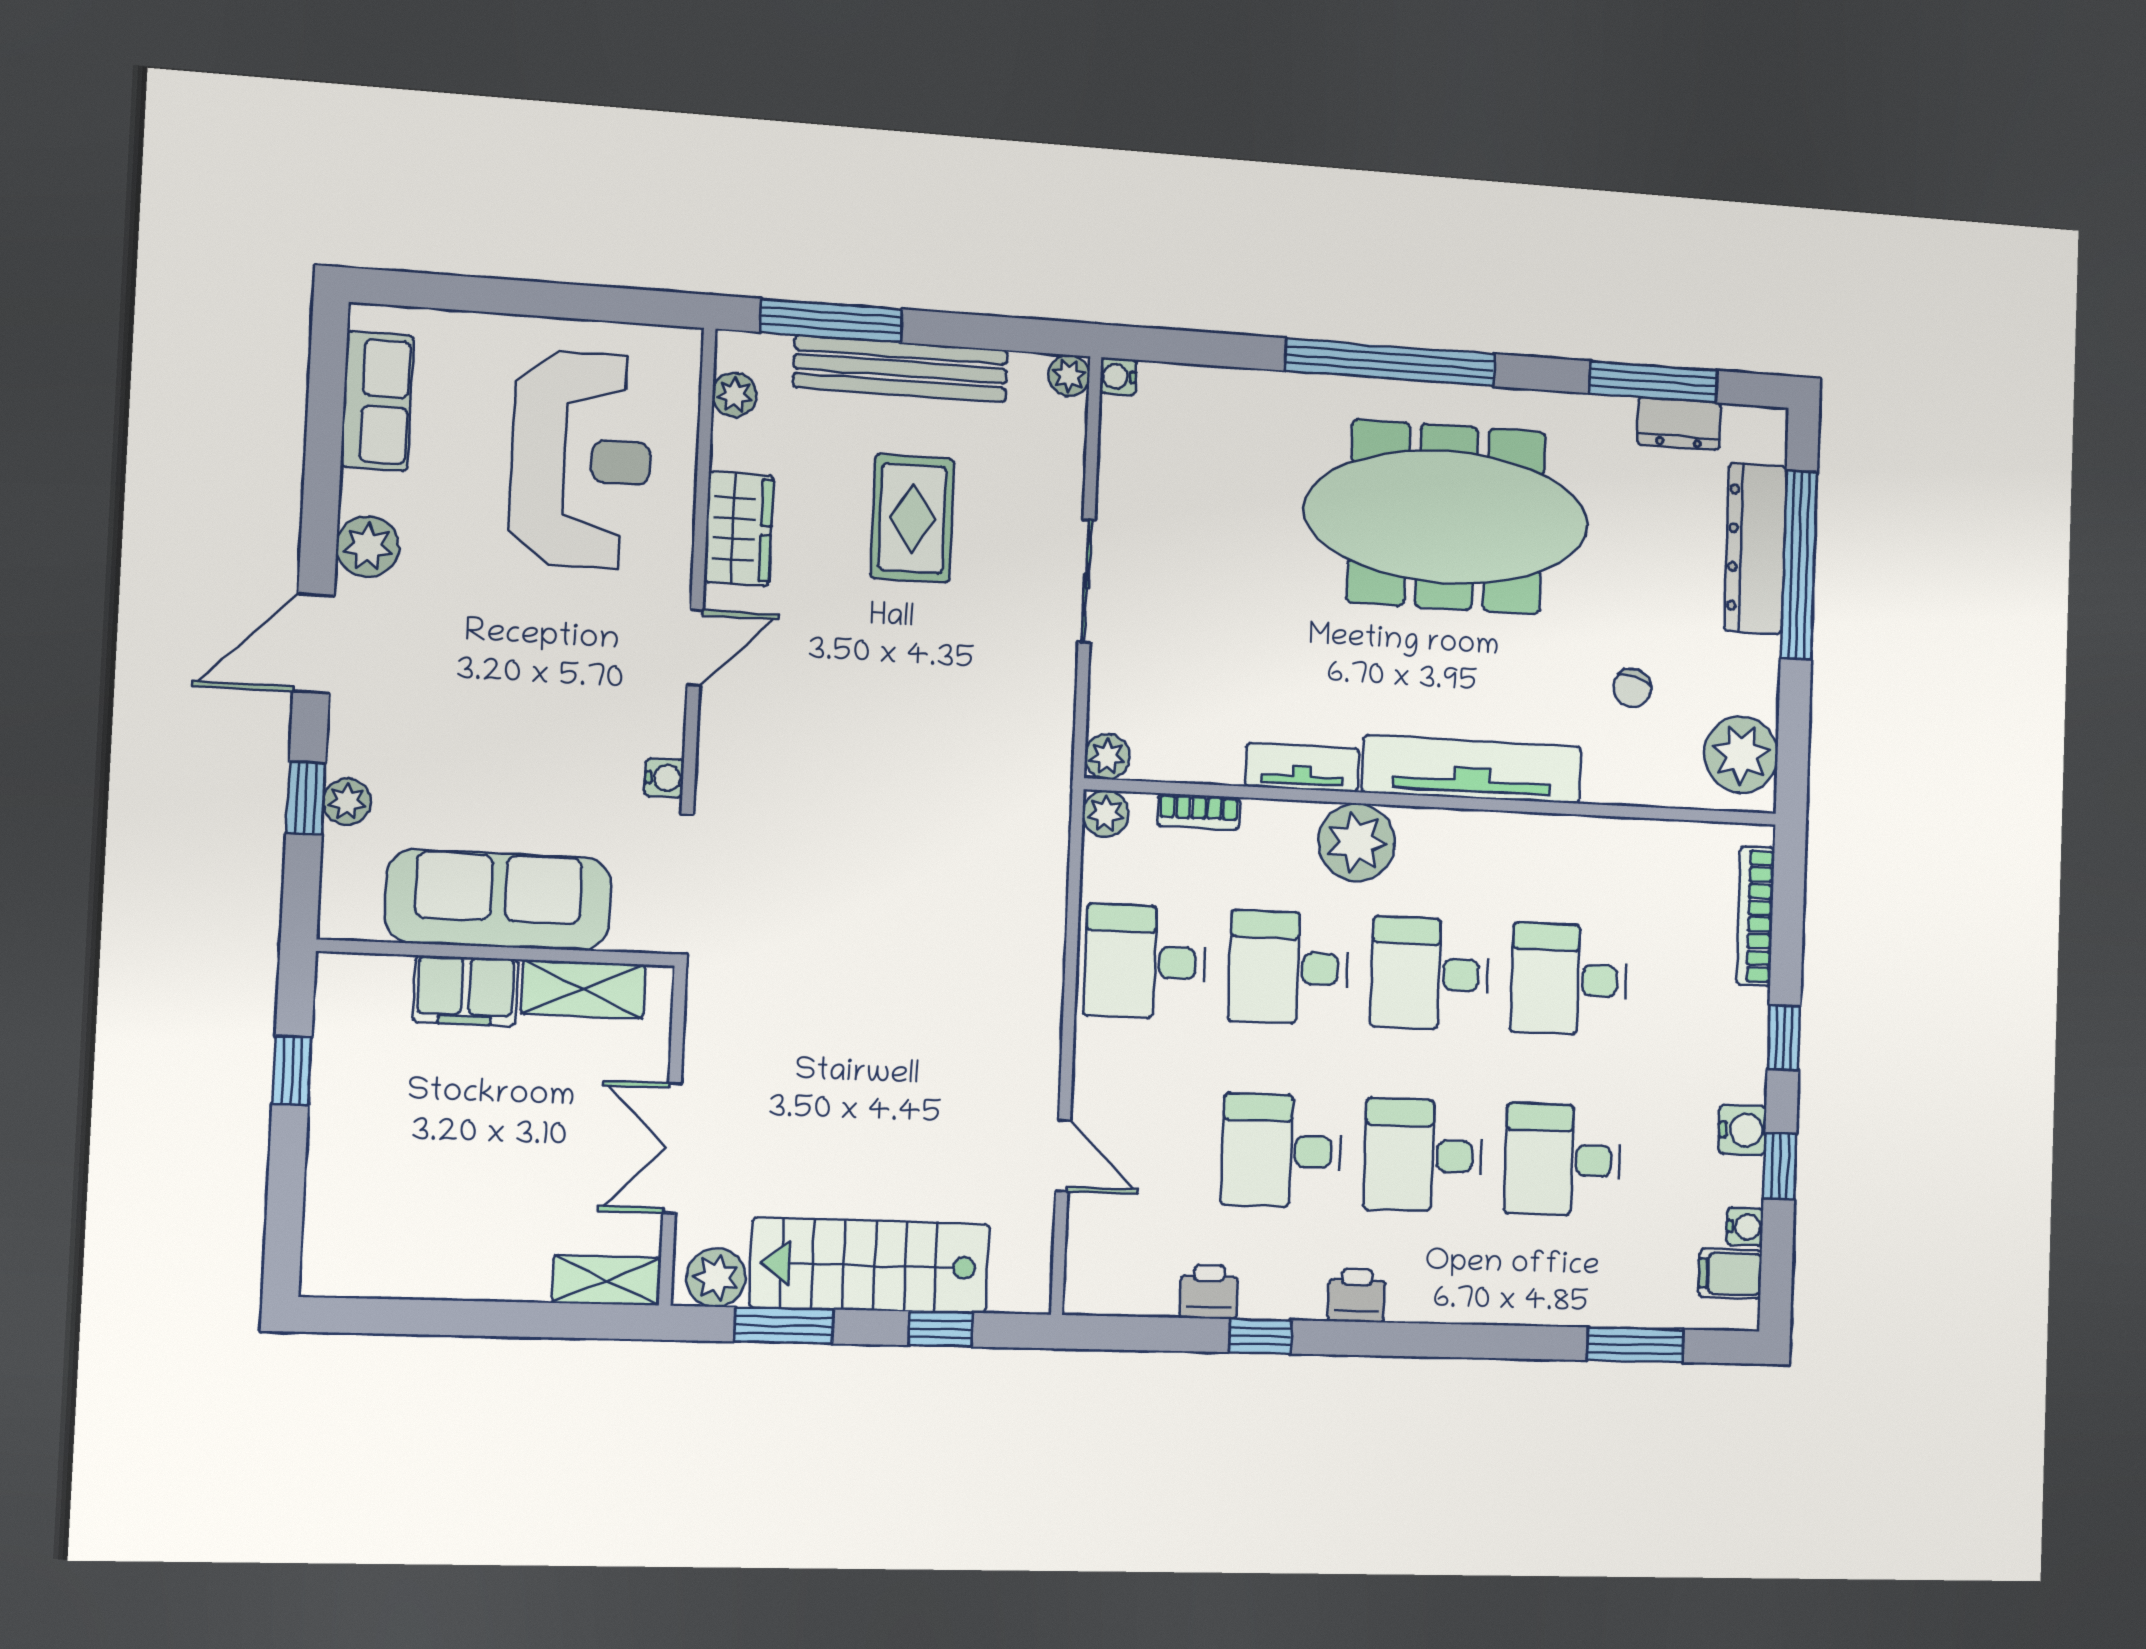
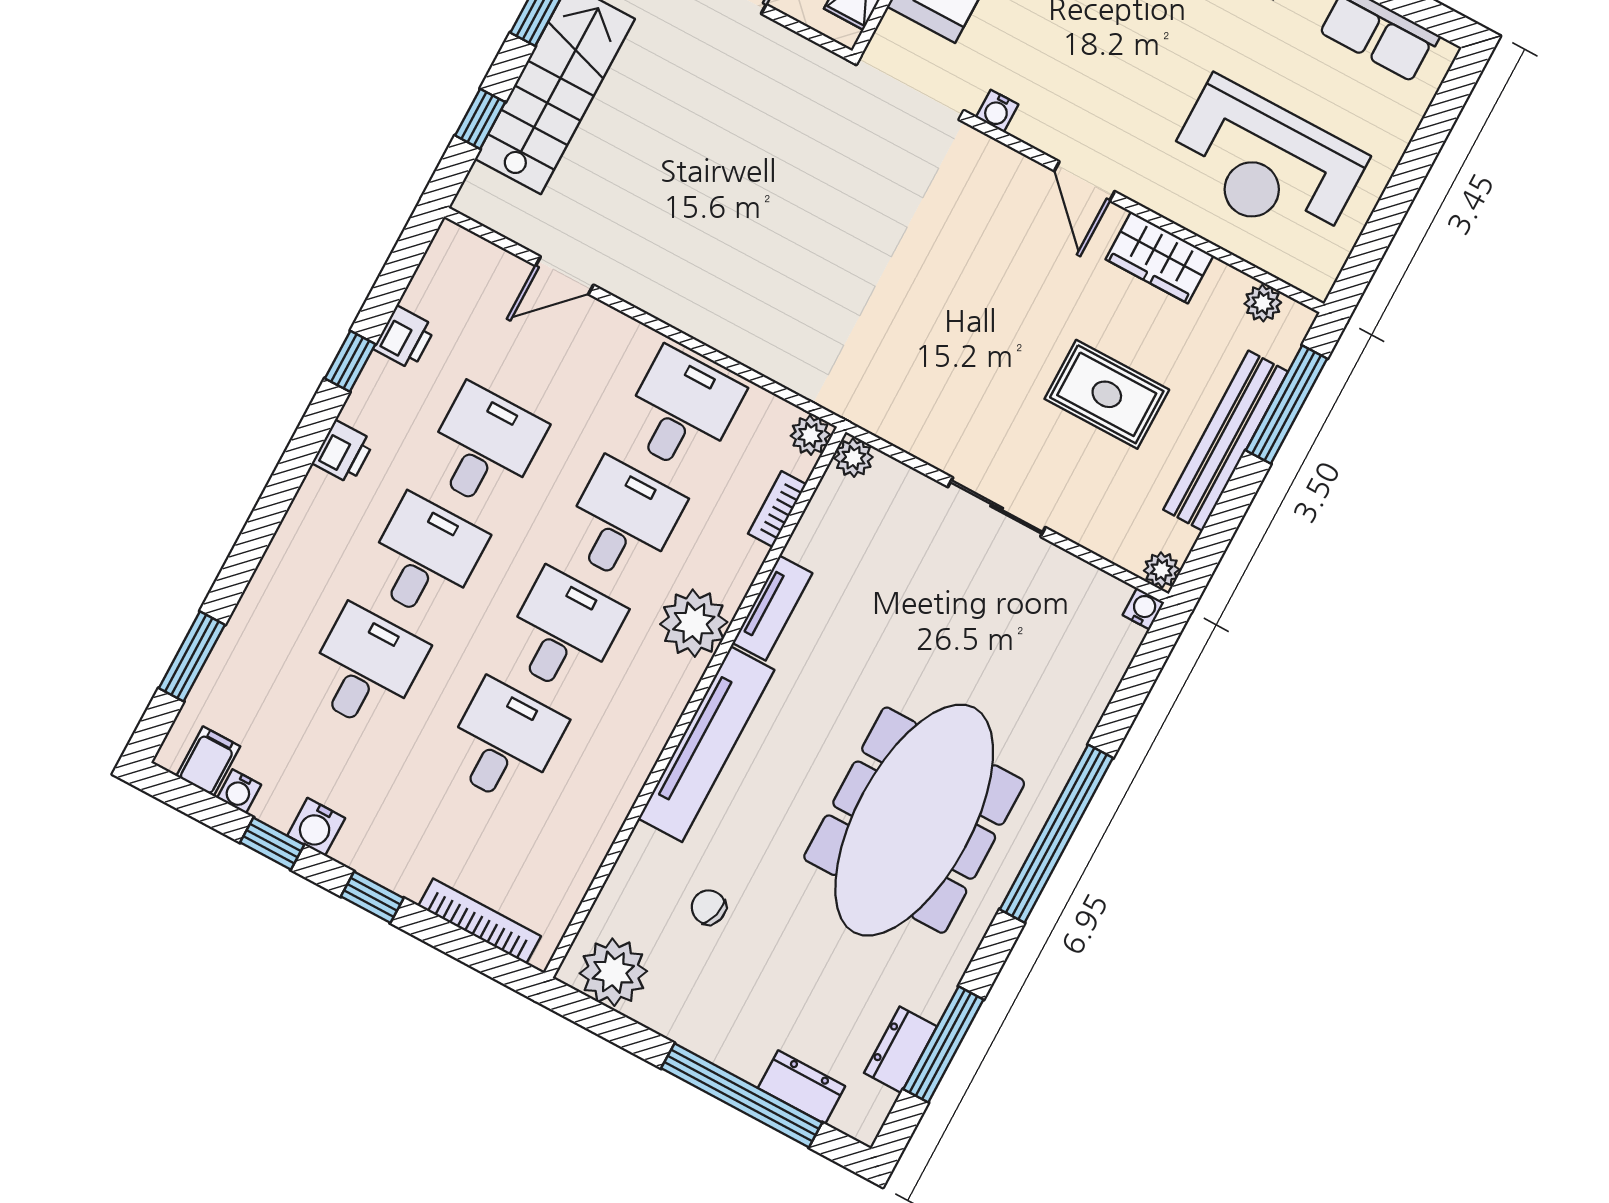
dresser: (1756, 549) -> (802, 1087), width x0.51, depth x0.80

